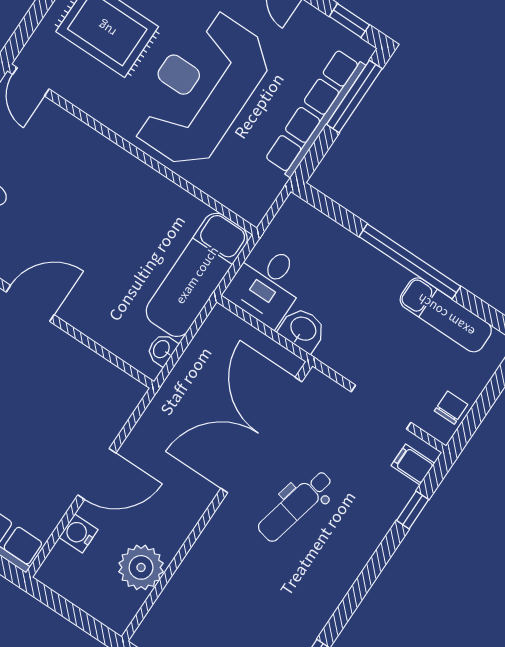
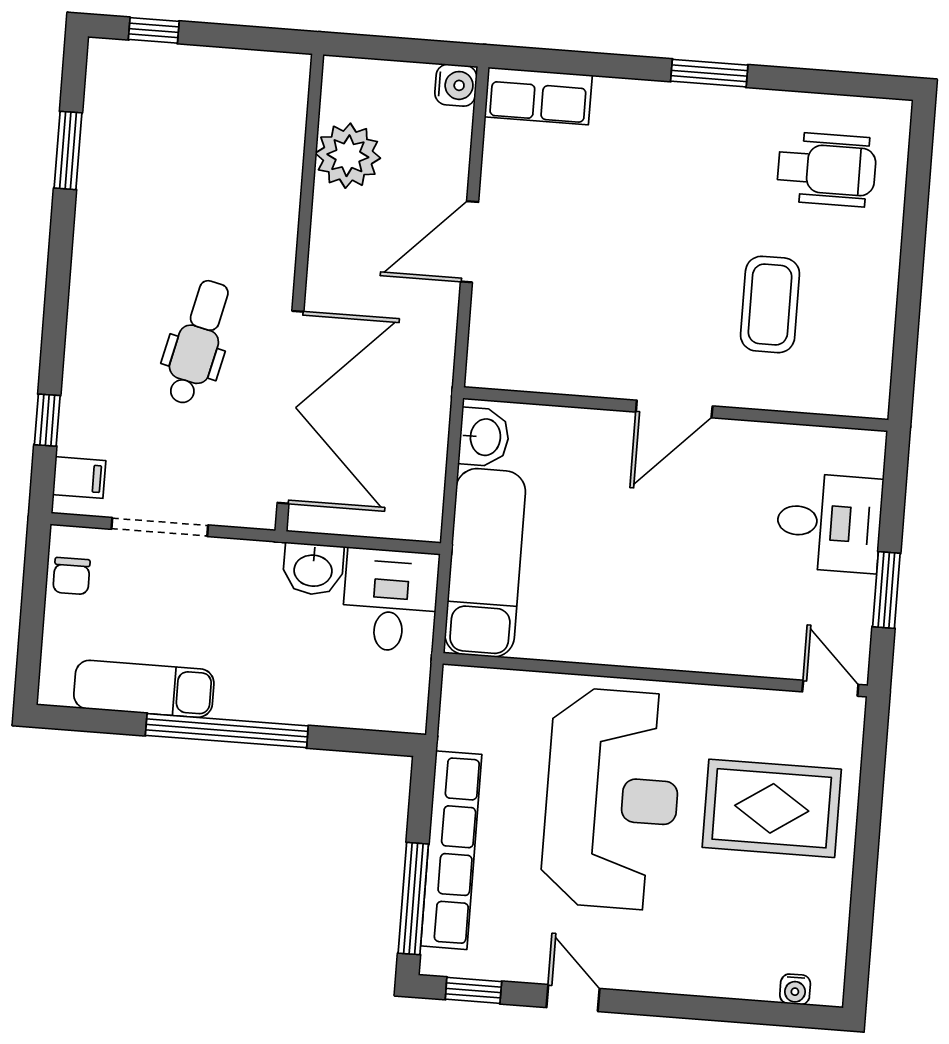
washbasin: (162, 350) -> (484, 437), width x1.38, depth x1.45
water cooler: (79, 533) -> (456, 85), moved

